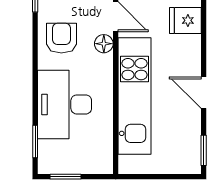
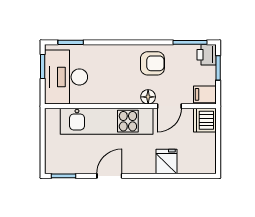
desk: (65, 104) -> (66, 77), moved, turned -90

